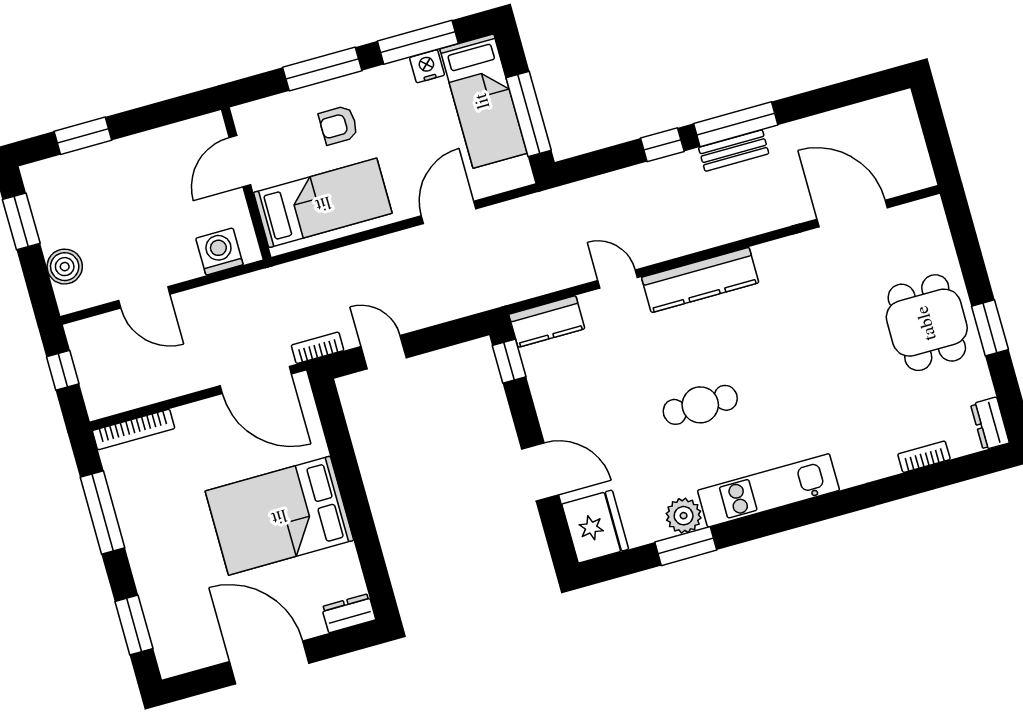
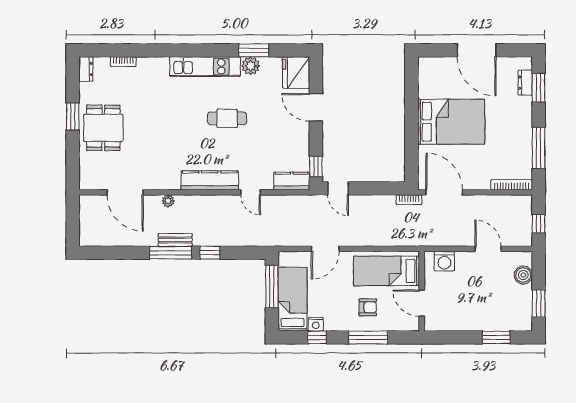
window: (418, 42) -> (317, 337), width x0.46
door: (240, 161) -> (422, 303), swing flipped
plant: (767, 220) -> (168, 201), added
door: (384, 352) -> (338, 188), moved
dresser: (349, 613) -> (525, 83), moved, turned 90

